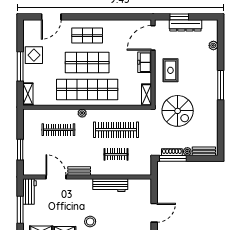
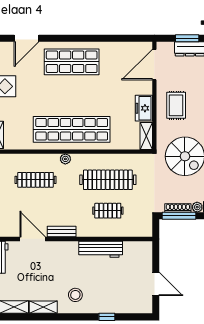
shop shelf: (87, 36) -> (72, 62), width x1.43, depth x1.36
freezer: (145, 62) -> (144, 108), moved
shop shelf: (87, 63) -> (72, 96), removed
door: (154, 213) -> (156, 284), hinge flipped

